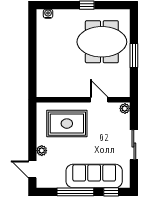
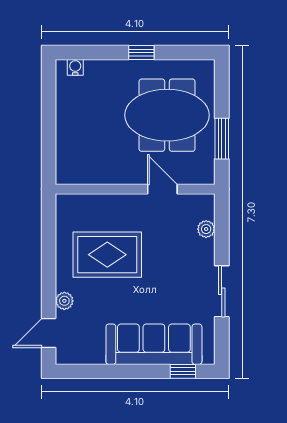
wall: (83, 100) -> (135, 189), moved
door: (99, 100) -> (162, 189), moved
door: (32, 169) -> (49, 333), hinge flipped
window: (75, 192) -> (122, 371), removed

